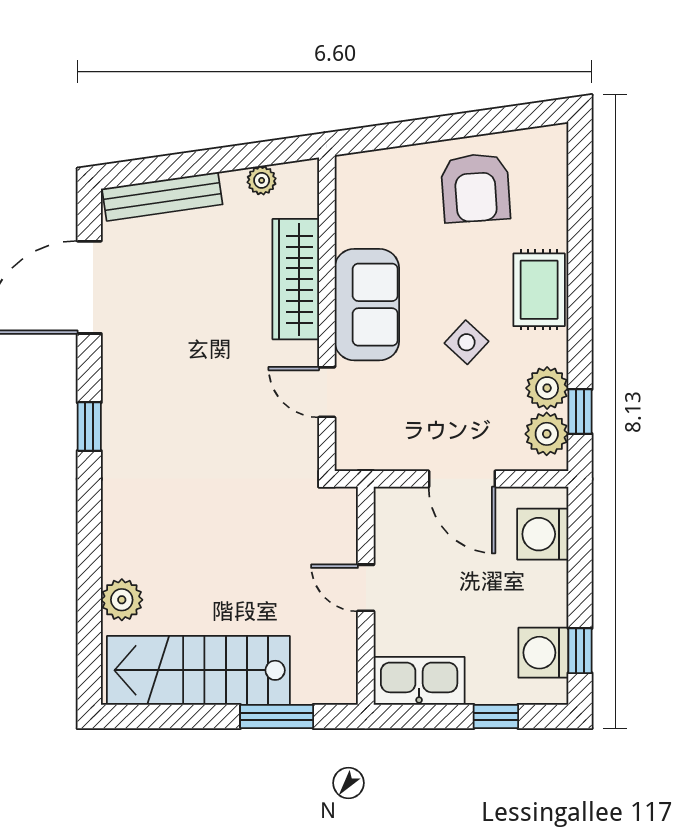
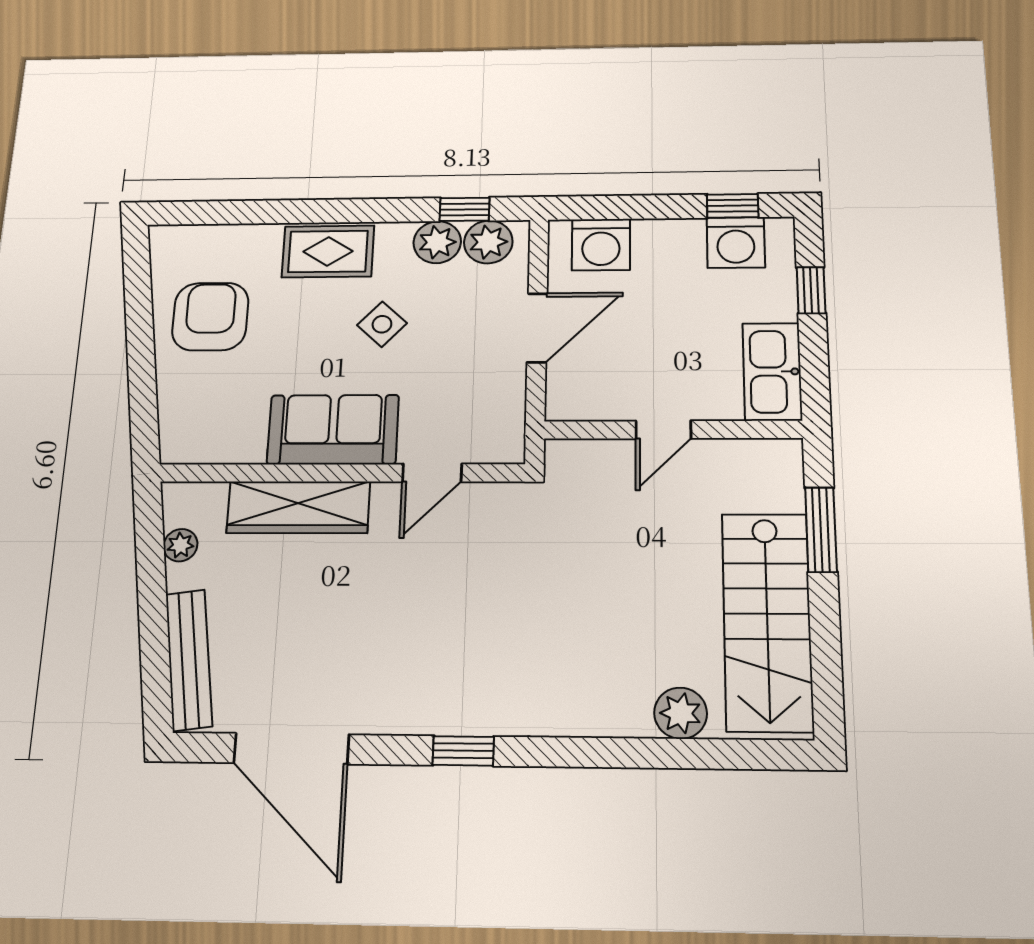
armchair: (475, 188) -> (210, 316), turned -86

